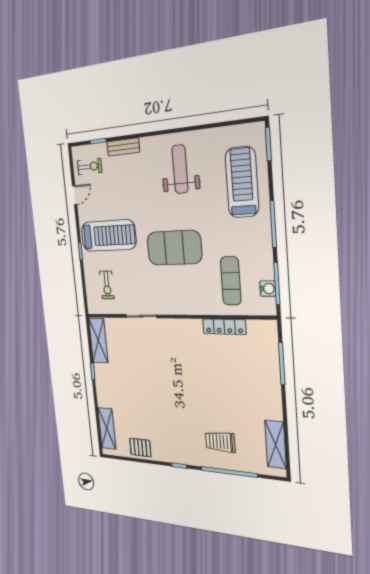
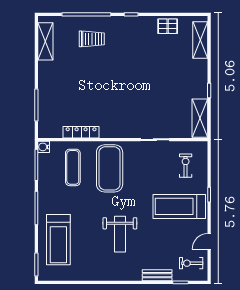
weight bench: (180, 169) -> (120, 234), moved
exercise mat: (174, 248) -> (110, 168), moved, turned 90
water cooler: (268, 289) -> (44, 147), moved

